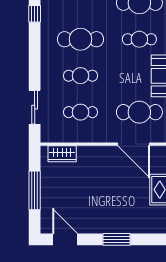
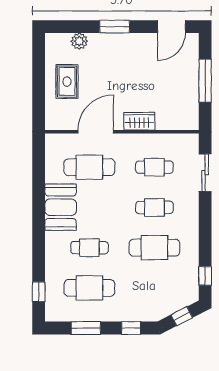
door: (134, 144) -> (96, 132), hinge flipped
wardrobe: (62, 154) -> (139, 121), moved
plant: (149, 226) -> (79, 41), added
door: (65, 239) -> (171, 27), hinge flipped

